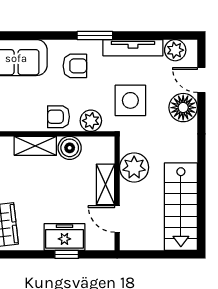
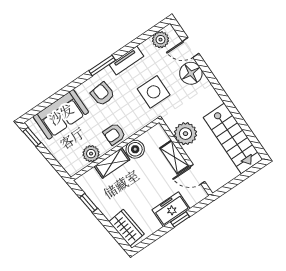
tv unit: (133, 48) -> (126, 60), width x0.71
armchair: (75, 66) -> (103, 94), turned -96
plant: (91, 121) -> (91, 154), moved

